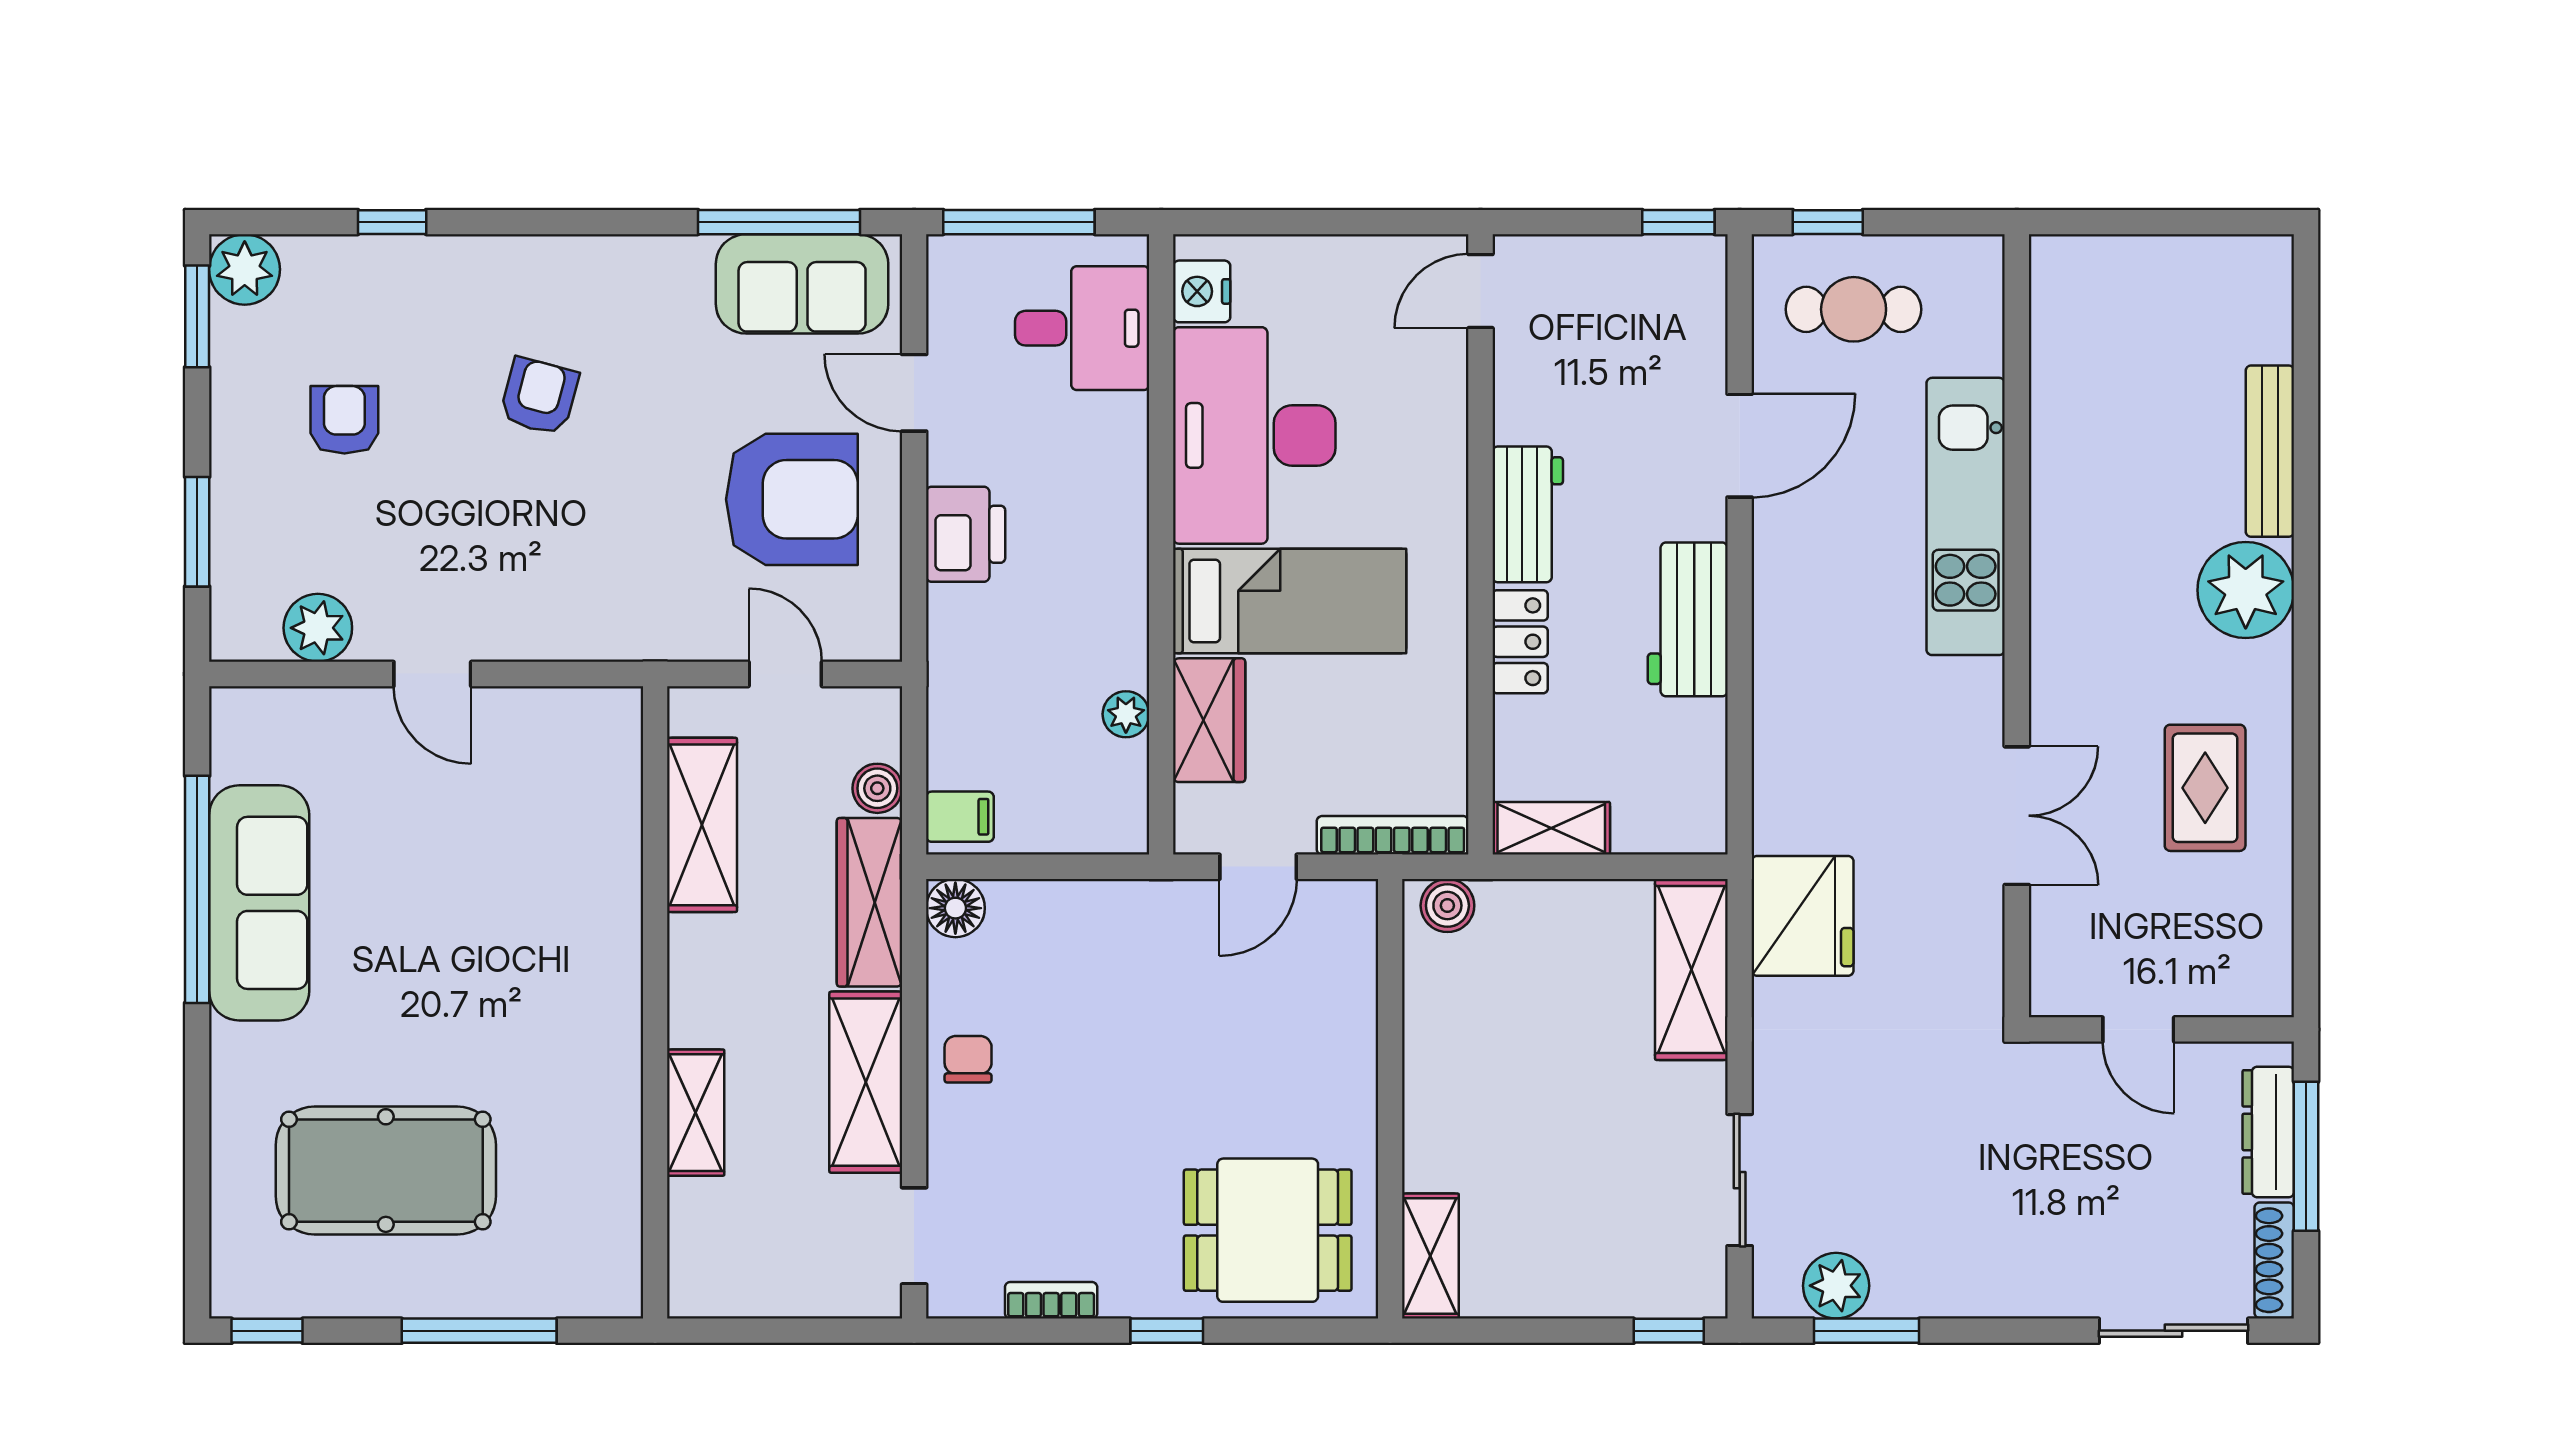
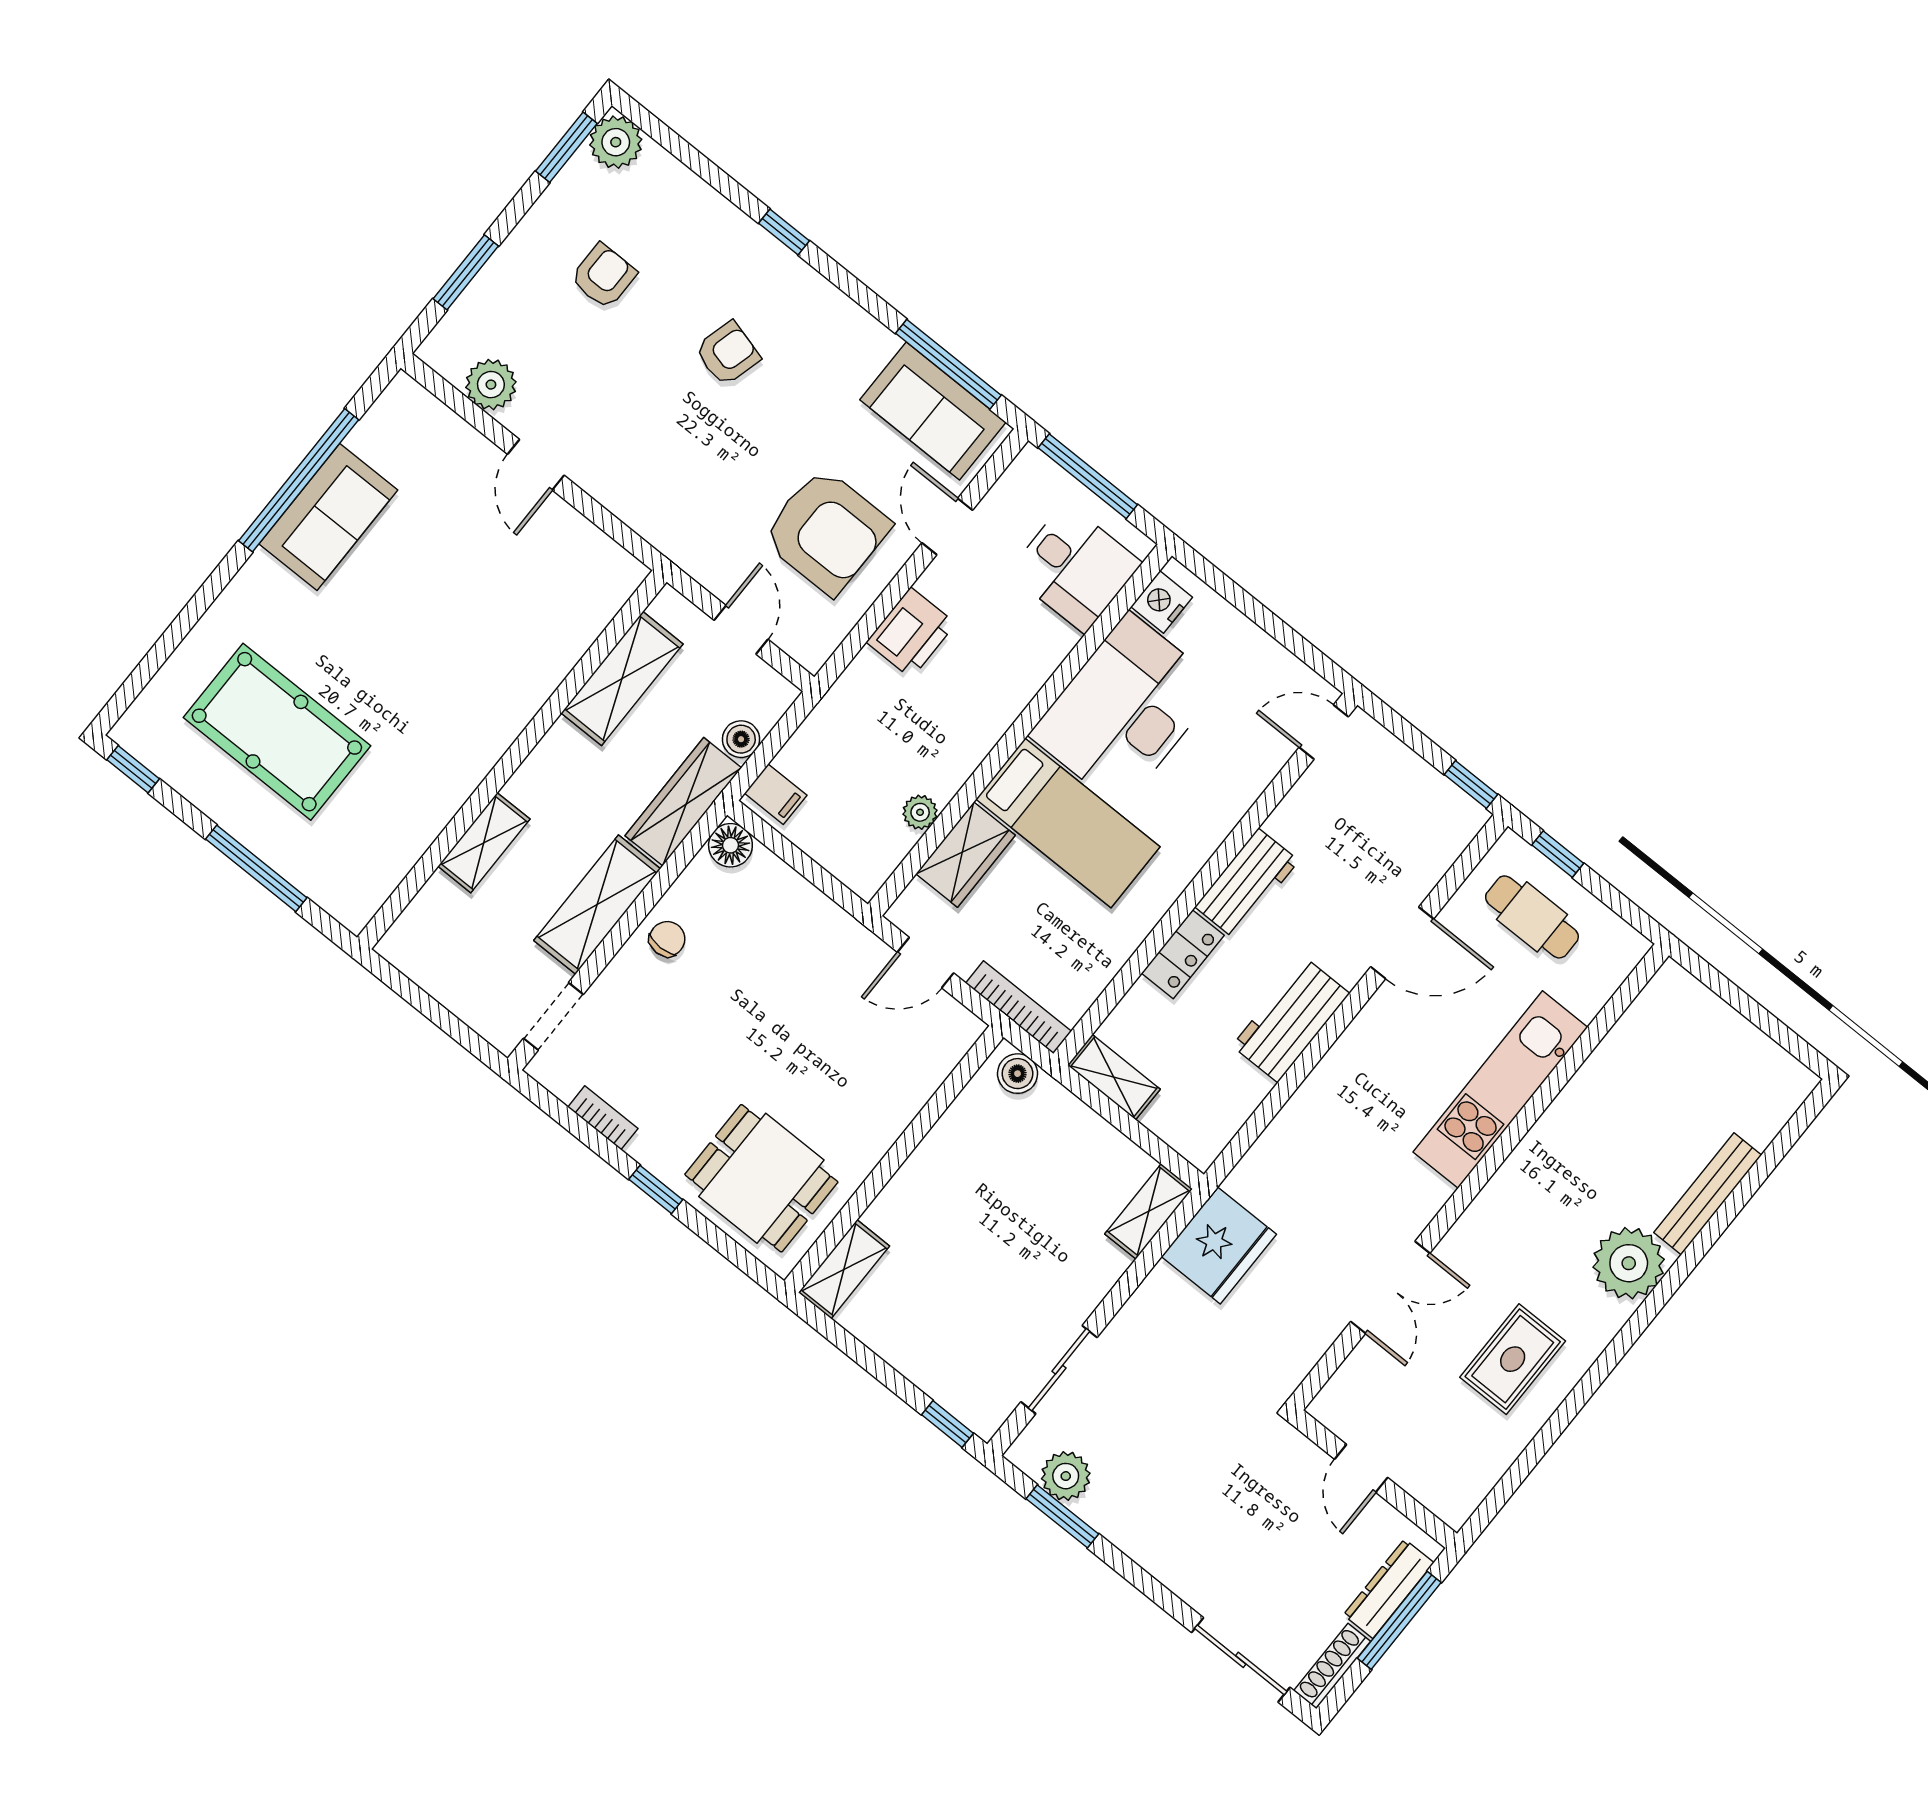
window: (392, 222) -> (784, 232), moved
sofa: (259, 903) -> (328, 517), width x0.73
shelving: (1691, 969) -> (1149, 1211), width x0.67, depth x0.75

